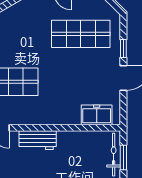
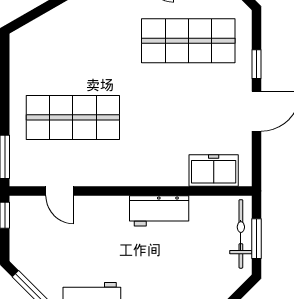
workbench: (38, 140) -> (159, 211), moved

